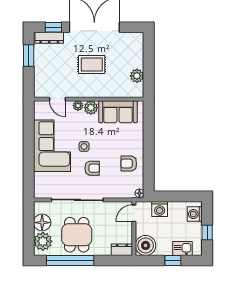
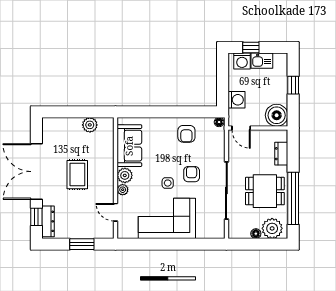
window: (29, 56) -> (82, 244), moved
door: (57, 99) -> (116, 212), swing flipped
floor lamp: (42, 223) -> (256, 234), width x0.53, depth x0.53
window: (207, 232) -> (251, 48), moved
kitchen sink: (183, 249) -> (262, 61), moved, turned -90
dresser: (122, 250) -> (281, 154), moved

